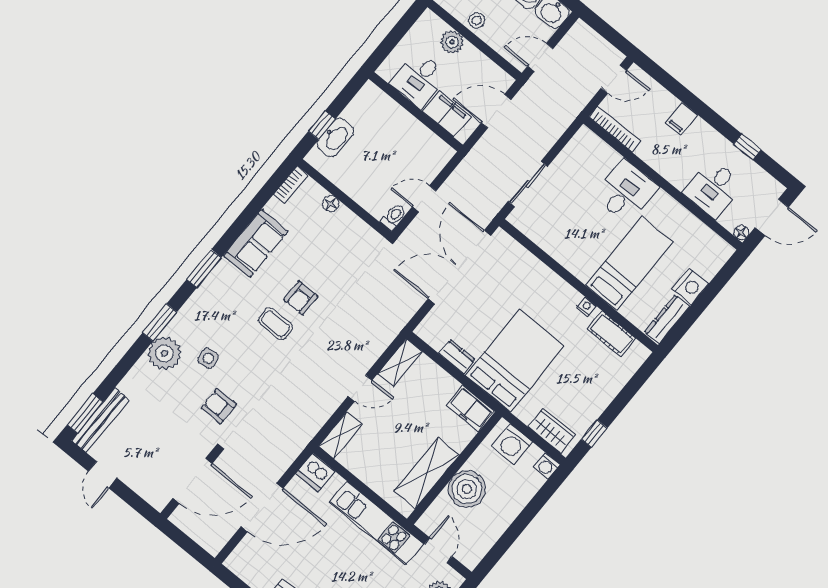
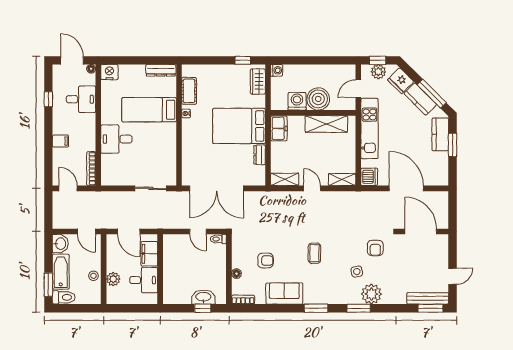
nightstand: (690, 286) -> (109, 72), moved
armchair: (301, 298) -> (265, 261), moved
washing machine: (512, 444) -> (297, 101), moved, turned -90

